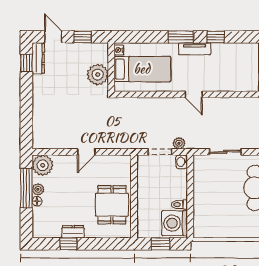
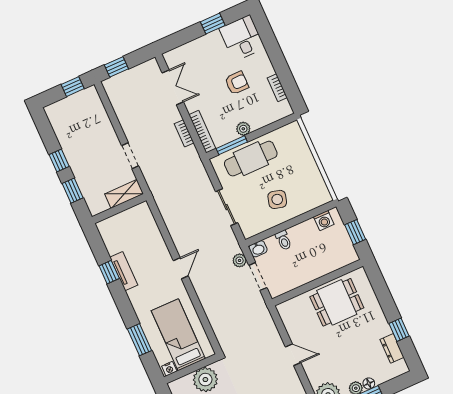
window: (181, 37) -> (140, 340), moved
tv unit: (195, 49) -> (124, 271), moved
side table: (213, 194) -> (277, 199), added
toilet: (179, 205) -> (284, 240), moved
washing machine: (175, 223) -> (324, 221), width x0.53, depth x0.53
dresser: (73, 232) -> (392, 348), moved

